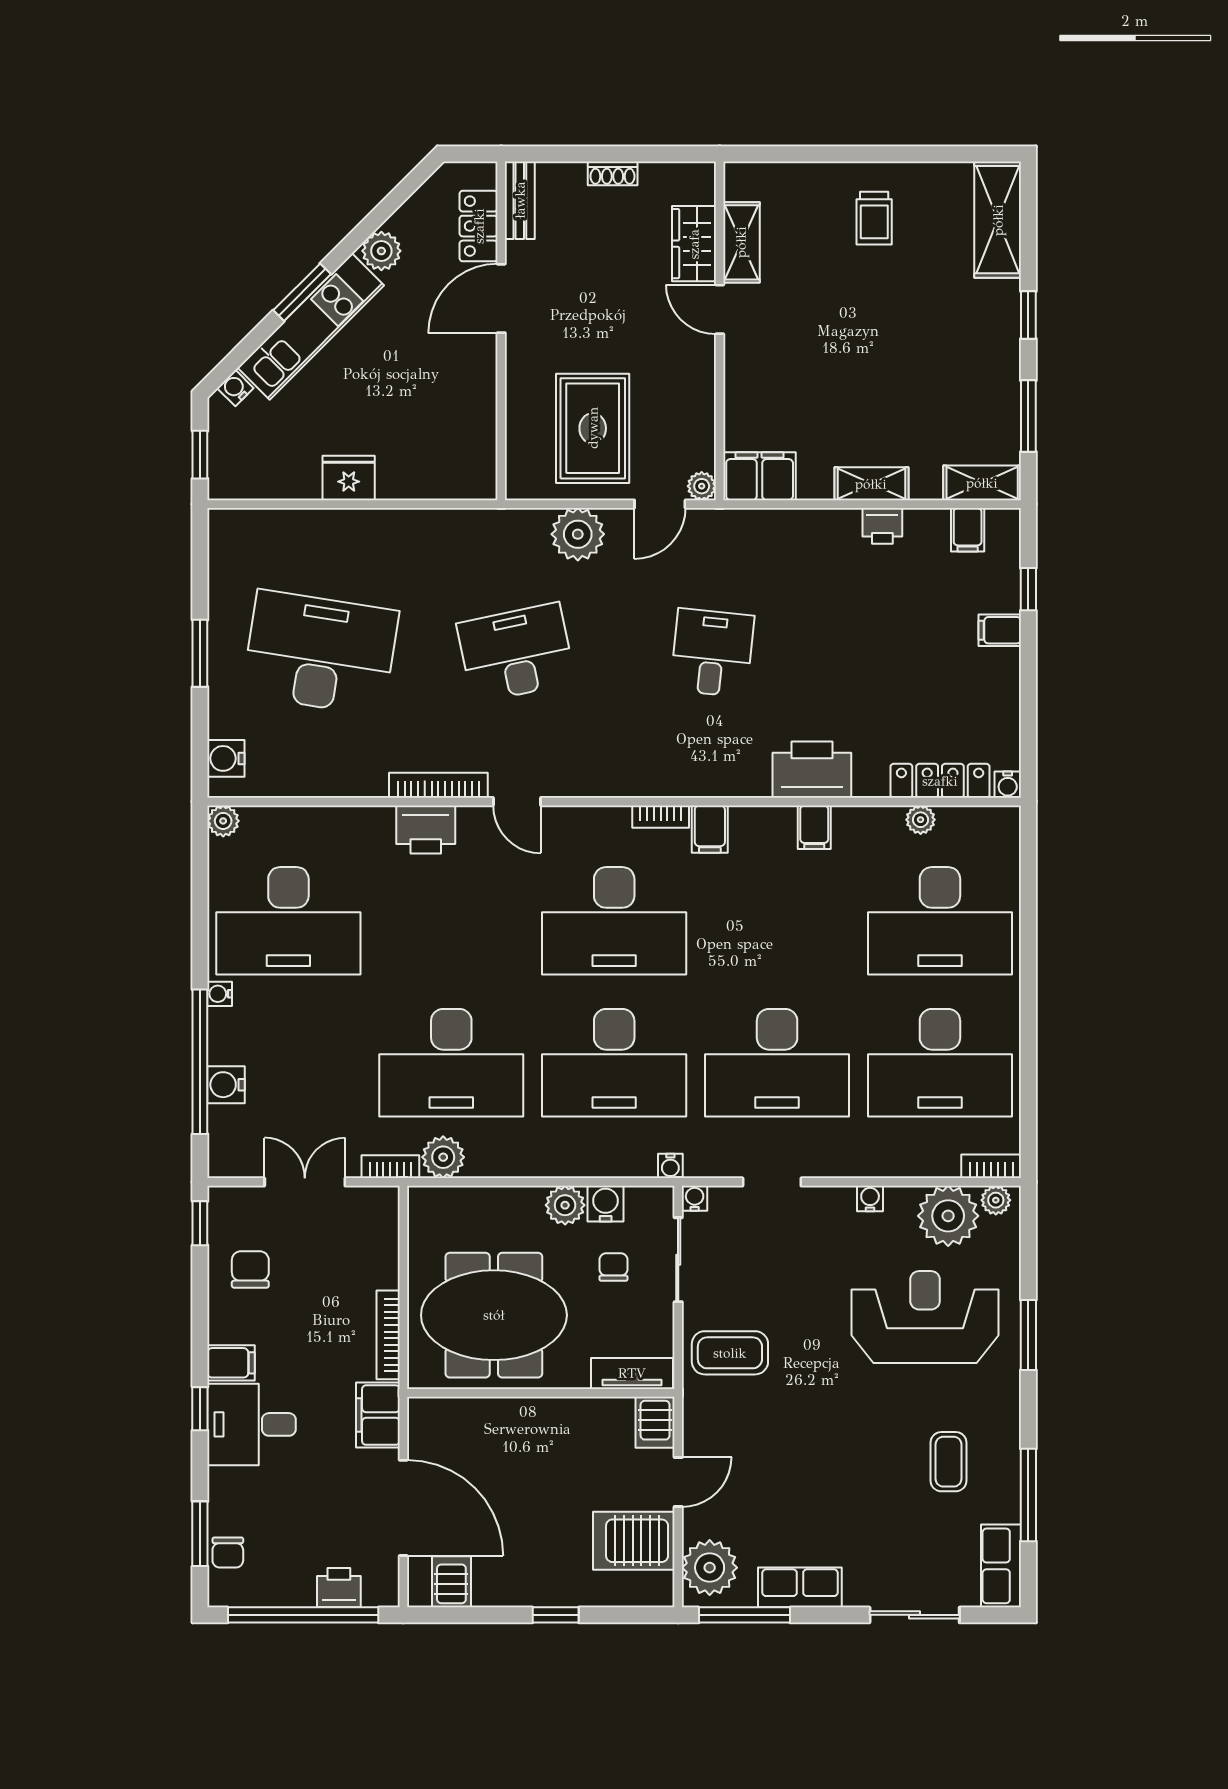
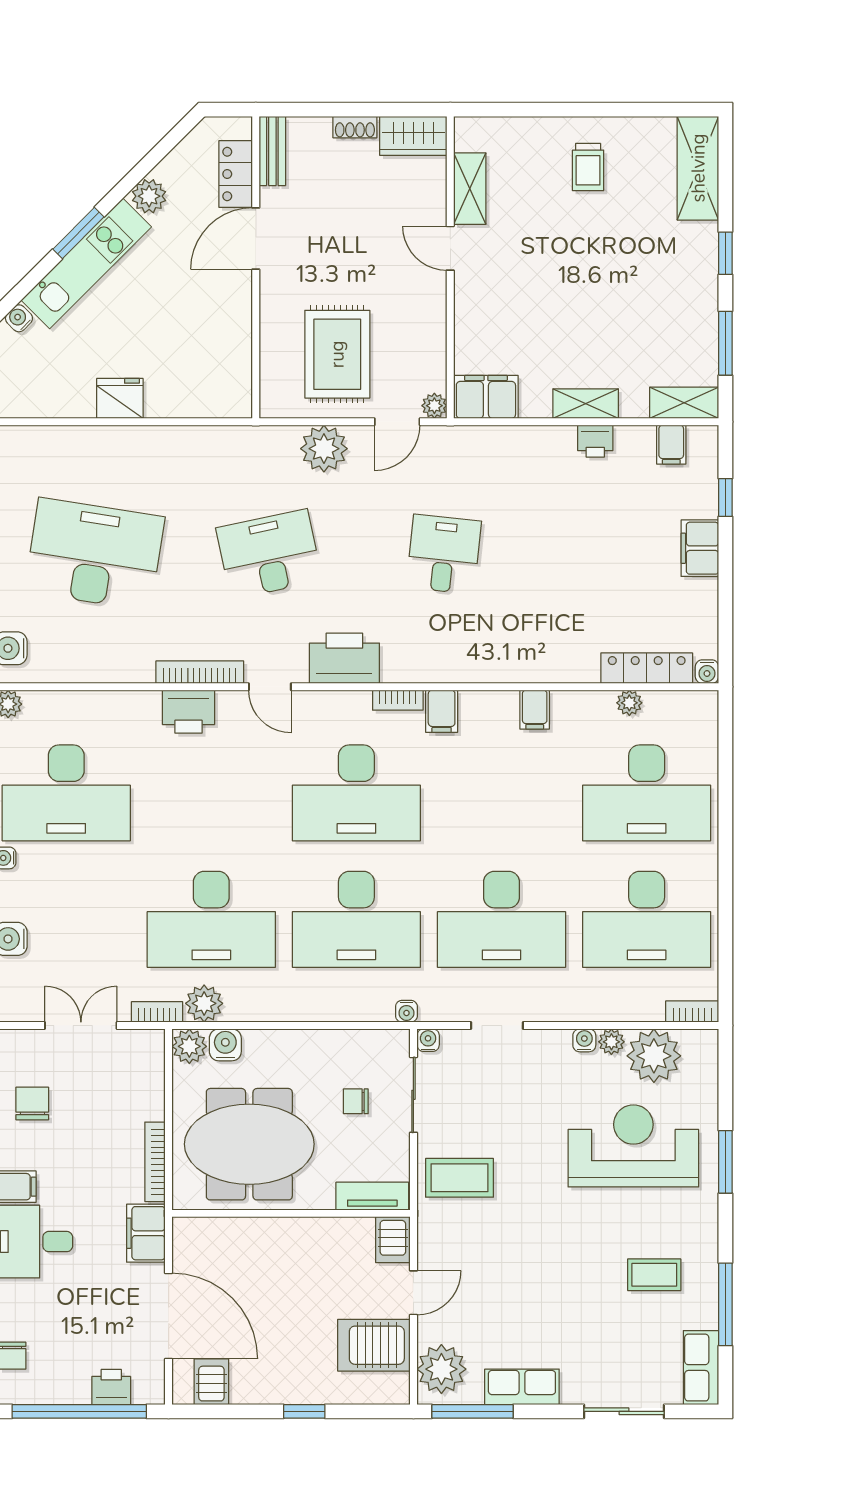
wardrobe: (694, 244) -> (413, 136), moved, turned -90
filing cabinet: (1000, 630) -> (700, 548), width x2.00
printer: (812, 770) -> (344, 658), moved
plant: (996, 1200) -> (611, 1042), moved
water cooler: (606, 1204) -> (225, 1045), moved
plant: (565, 1205) -> (189, 1046), moved
chair: (614, 1267) -> (356, 1101), turned -90
coffee table: (949, 1462) -> (654, 1275), turned 90

